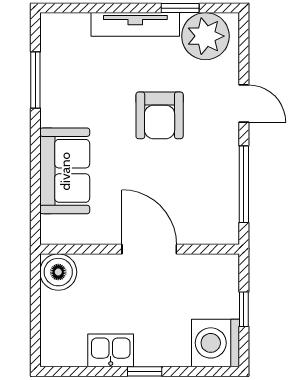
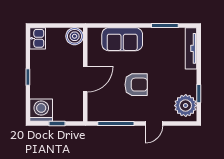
tv unit: (135, 24) -> (191, 48), moved
armchair: (160, 115) -> (136, 85), moved, turned 180
kitchen sink: (111, 350) -> (38, 38), moved

